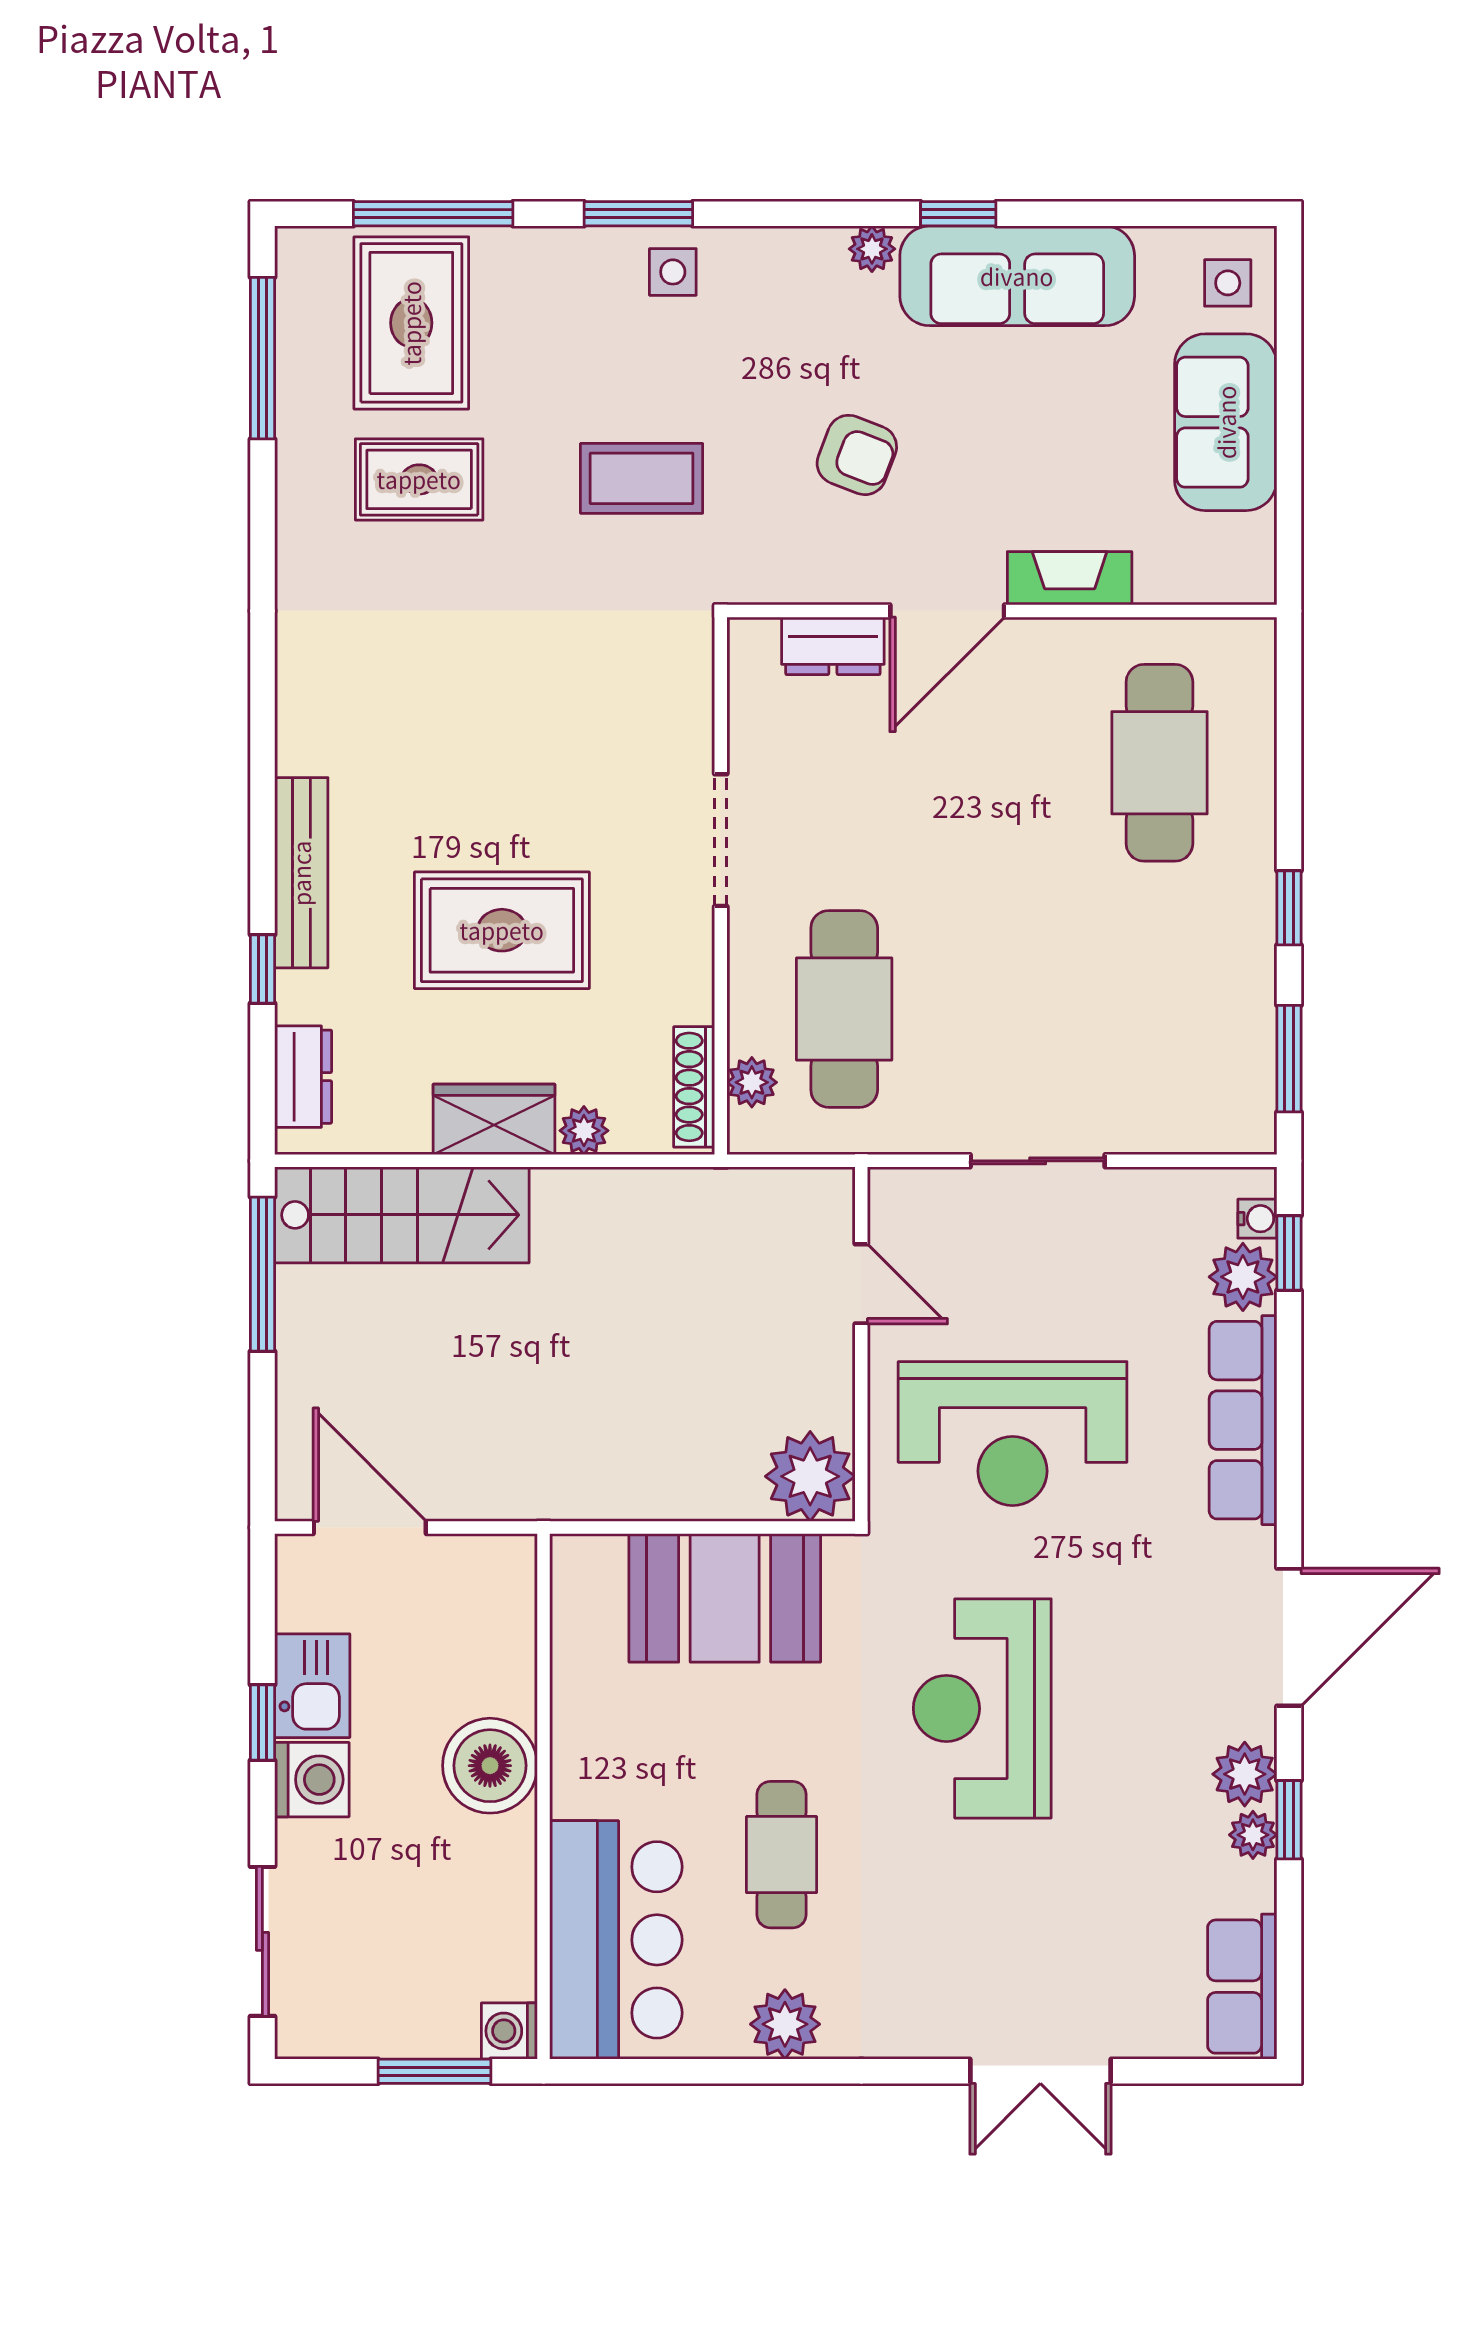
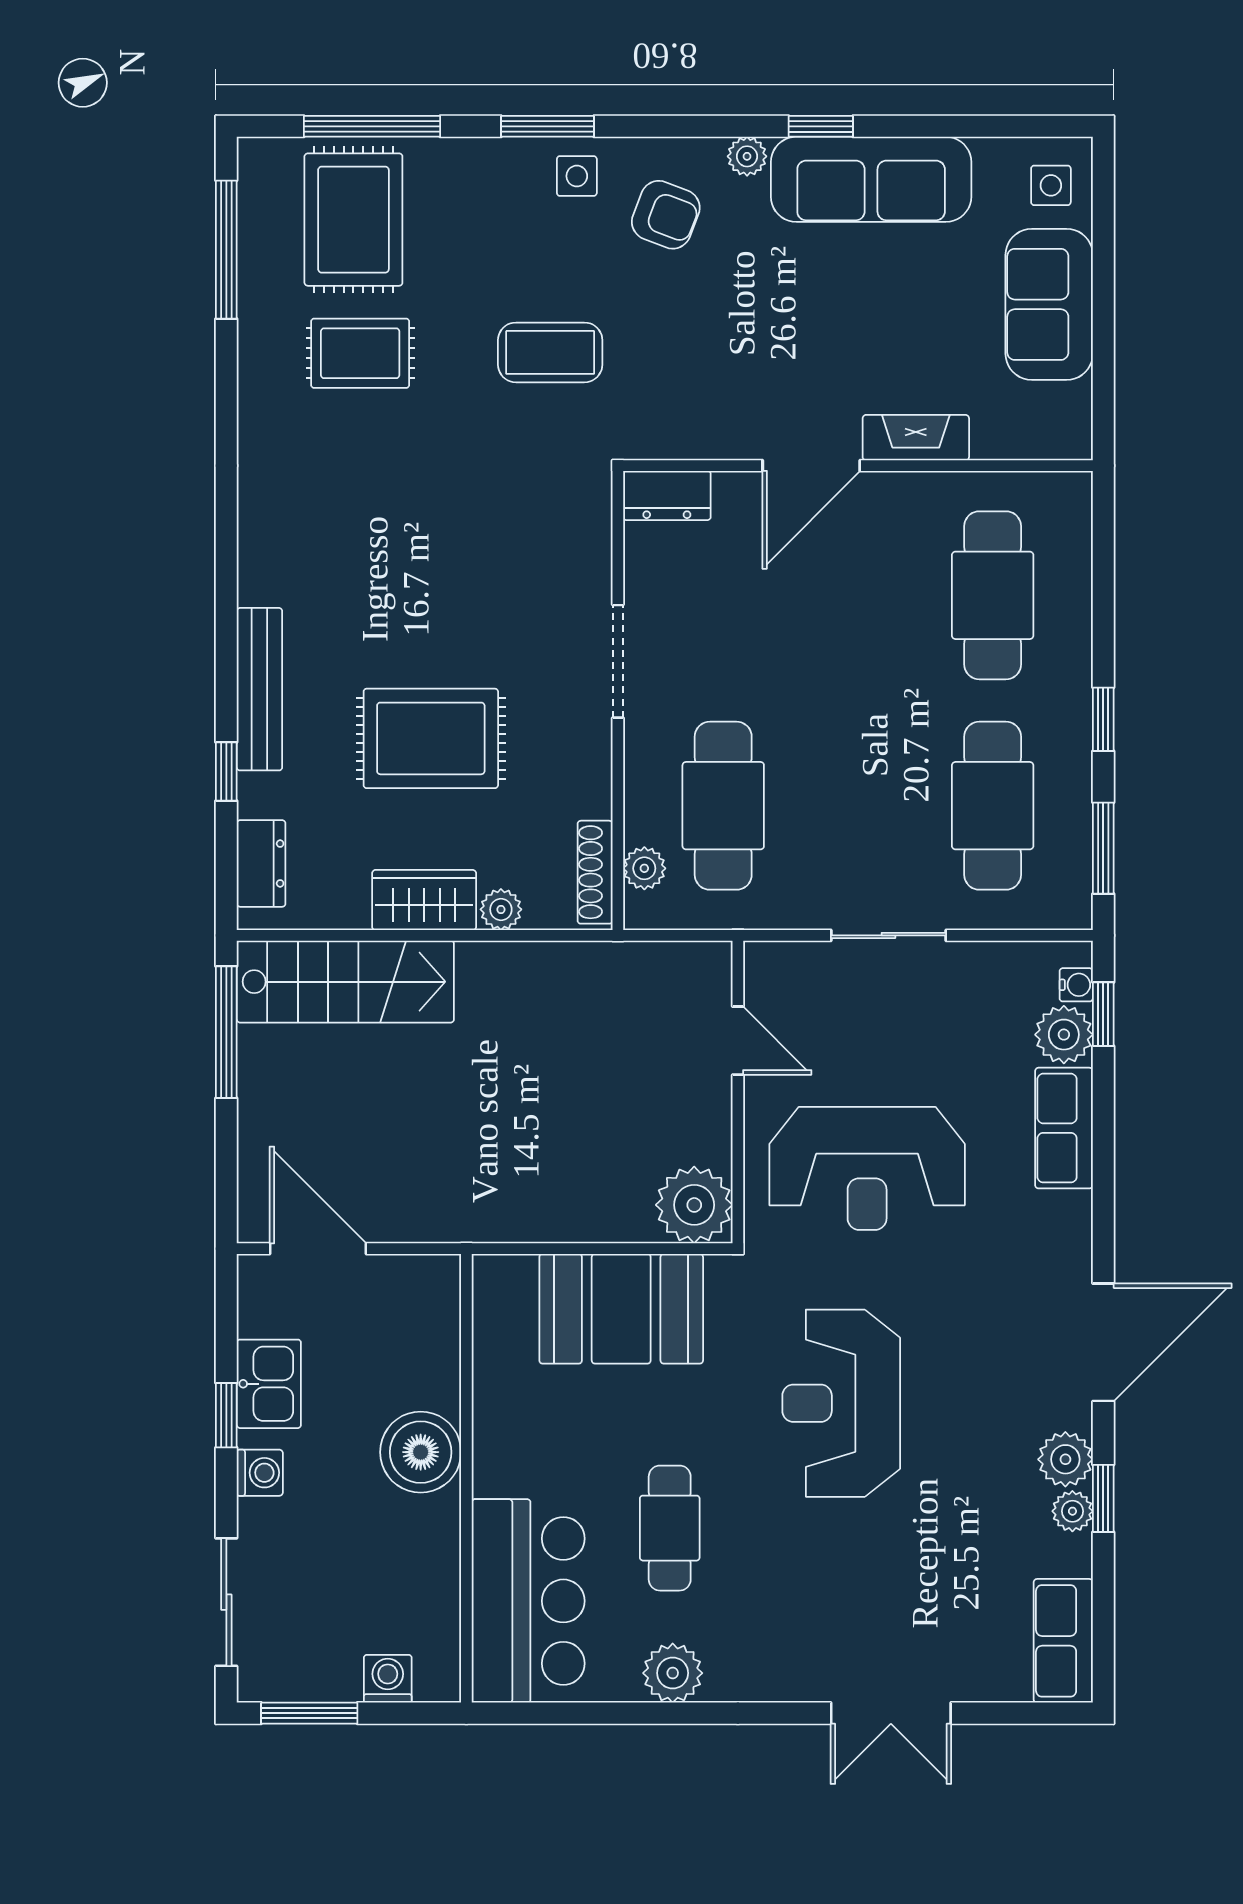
armchair: (857, 455) -> (666, 215), moved
dresser: (833, 646) -> (667, 495), moved
cafe table: (1159, 1009) -> (993, 806), added
row of seats: (1243, 1420) -> (1064, 1128), width x0.68
washing machine: (312, 1780) -> (260, 1473), width x0.73, depth x0.73
washing machine: (509, 2031) -> (388, 1679), moved, turned 90
window: (435, 2071) -> (309, 1713), moved

